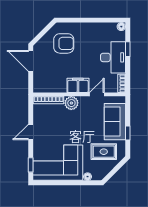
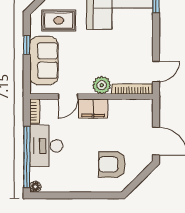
window: (128, 49) -> (27, 157), width x3.17
door: (31, 132) -> (156, 71), moved

